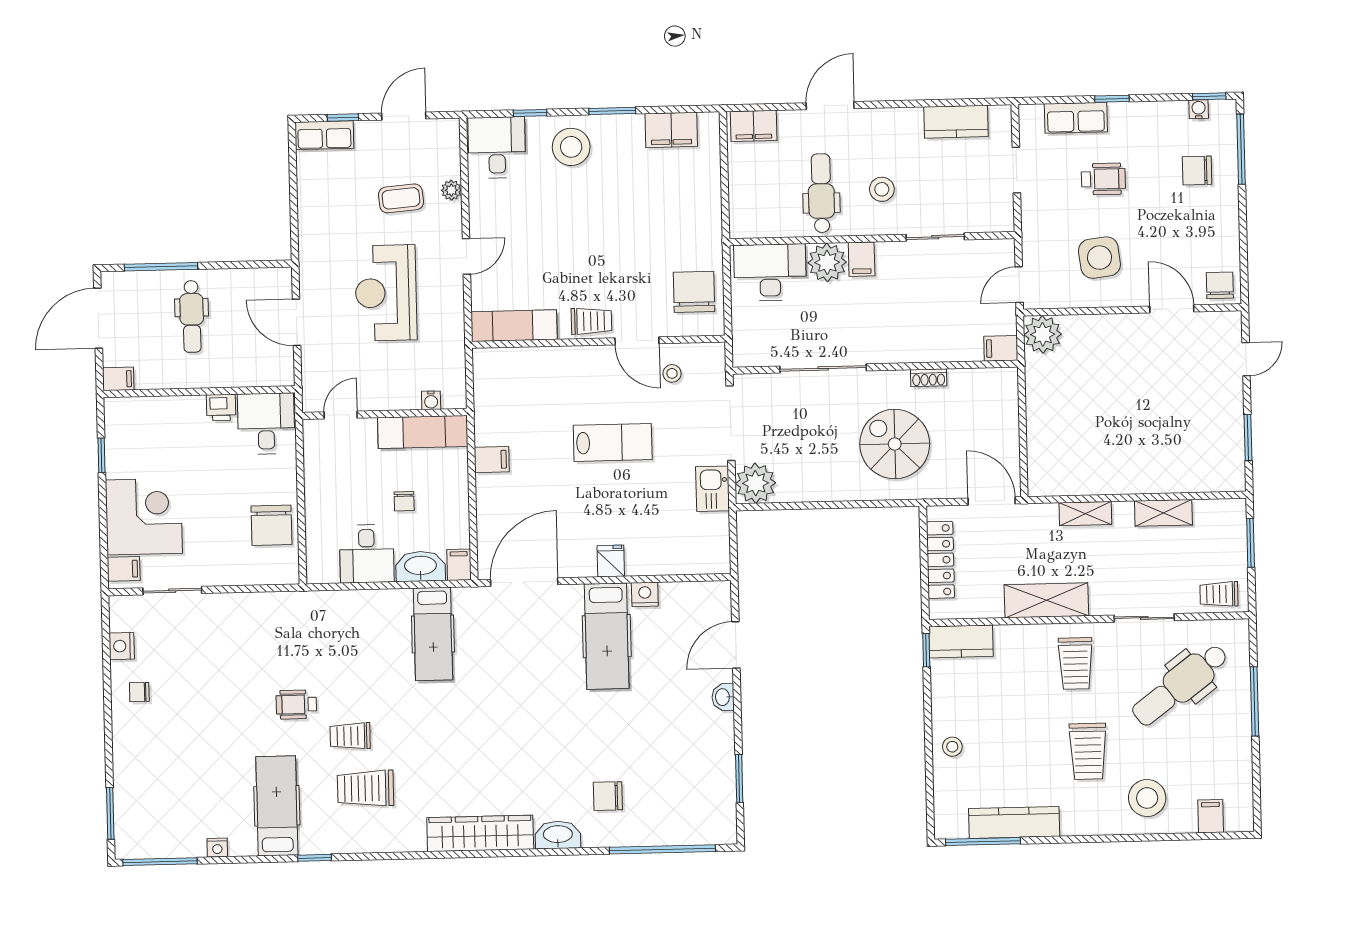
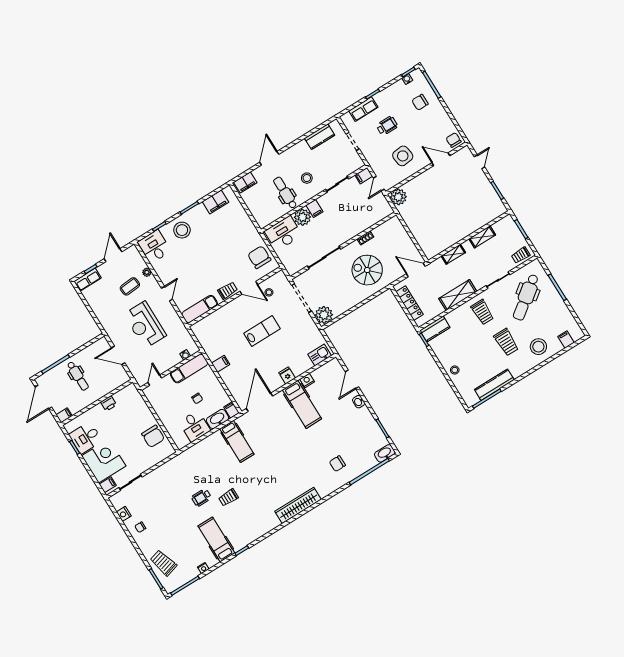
filing cabinet: (1001, 348) -> (364, 176), moved
desk: (266, 424) -> (86, 438), moved, turned -90
kitchen sink: (713, 489) -> (320, 355), moved, turned 90
trolley: (365, 788) -> (163, 563), moved, turned 74
washbasin: (558, 835) -> (385, 453), moved

